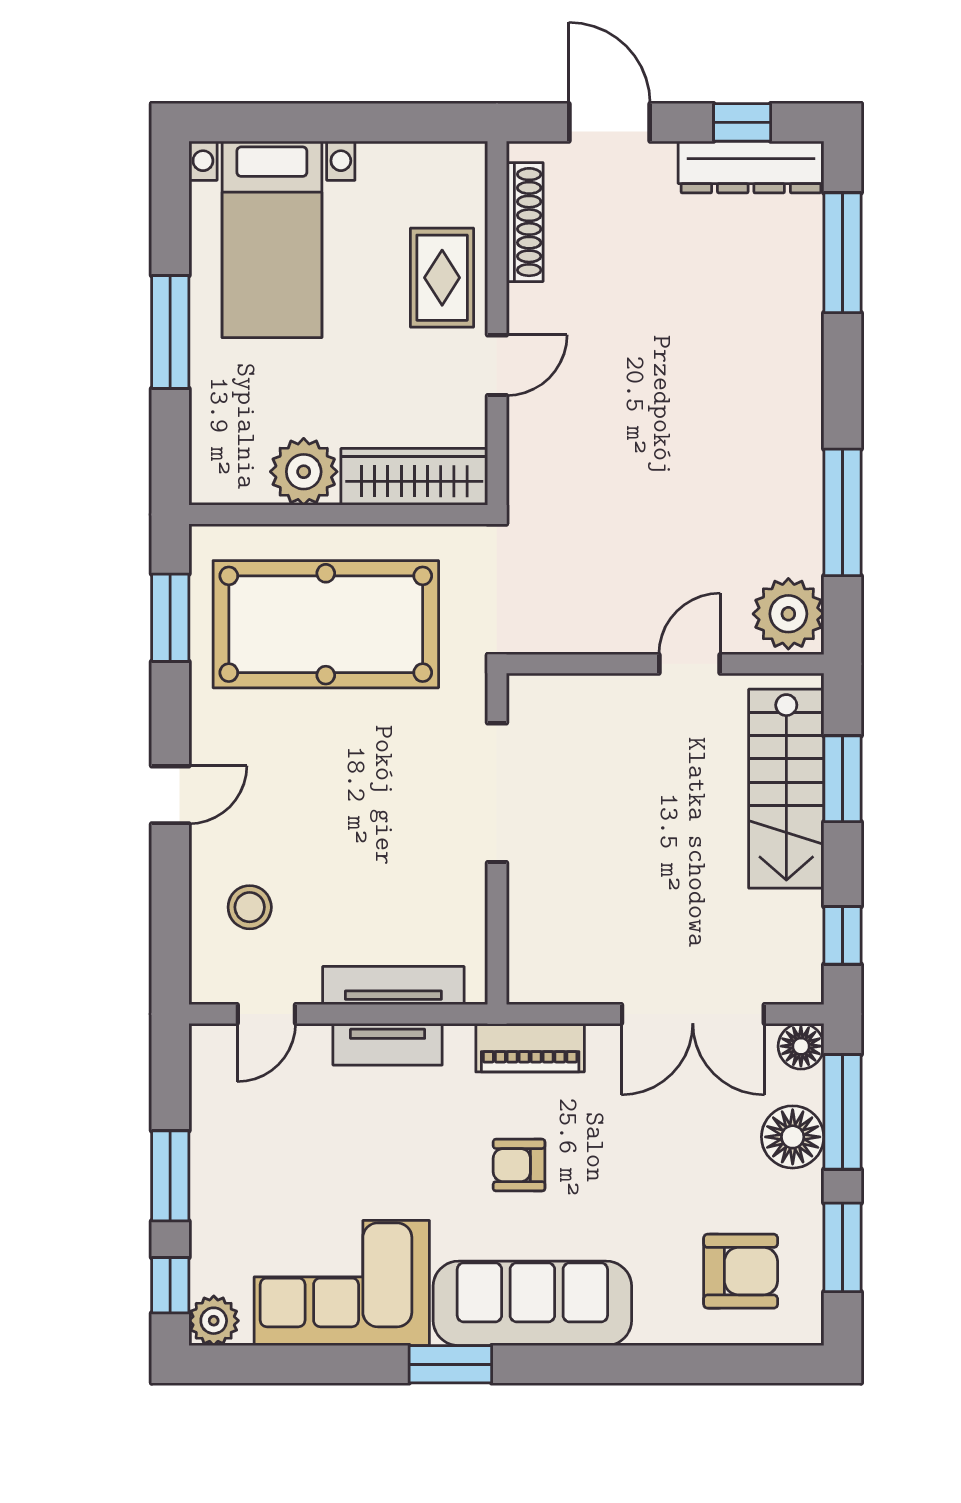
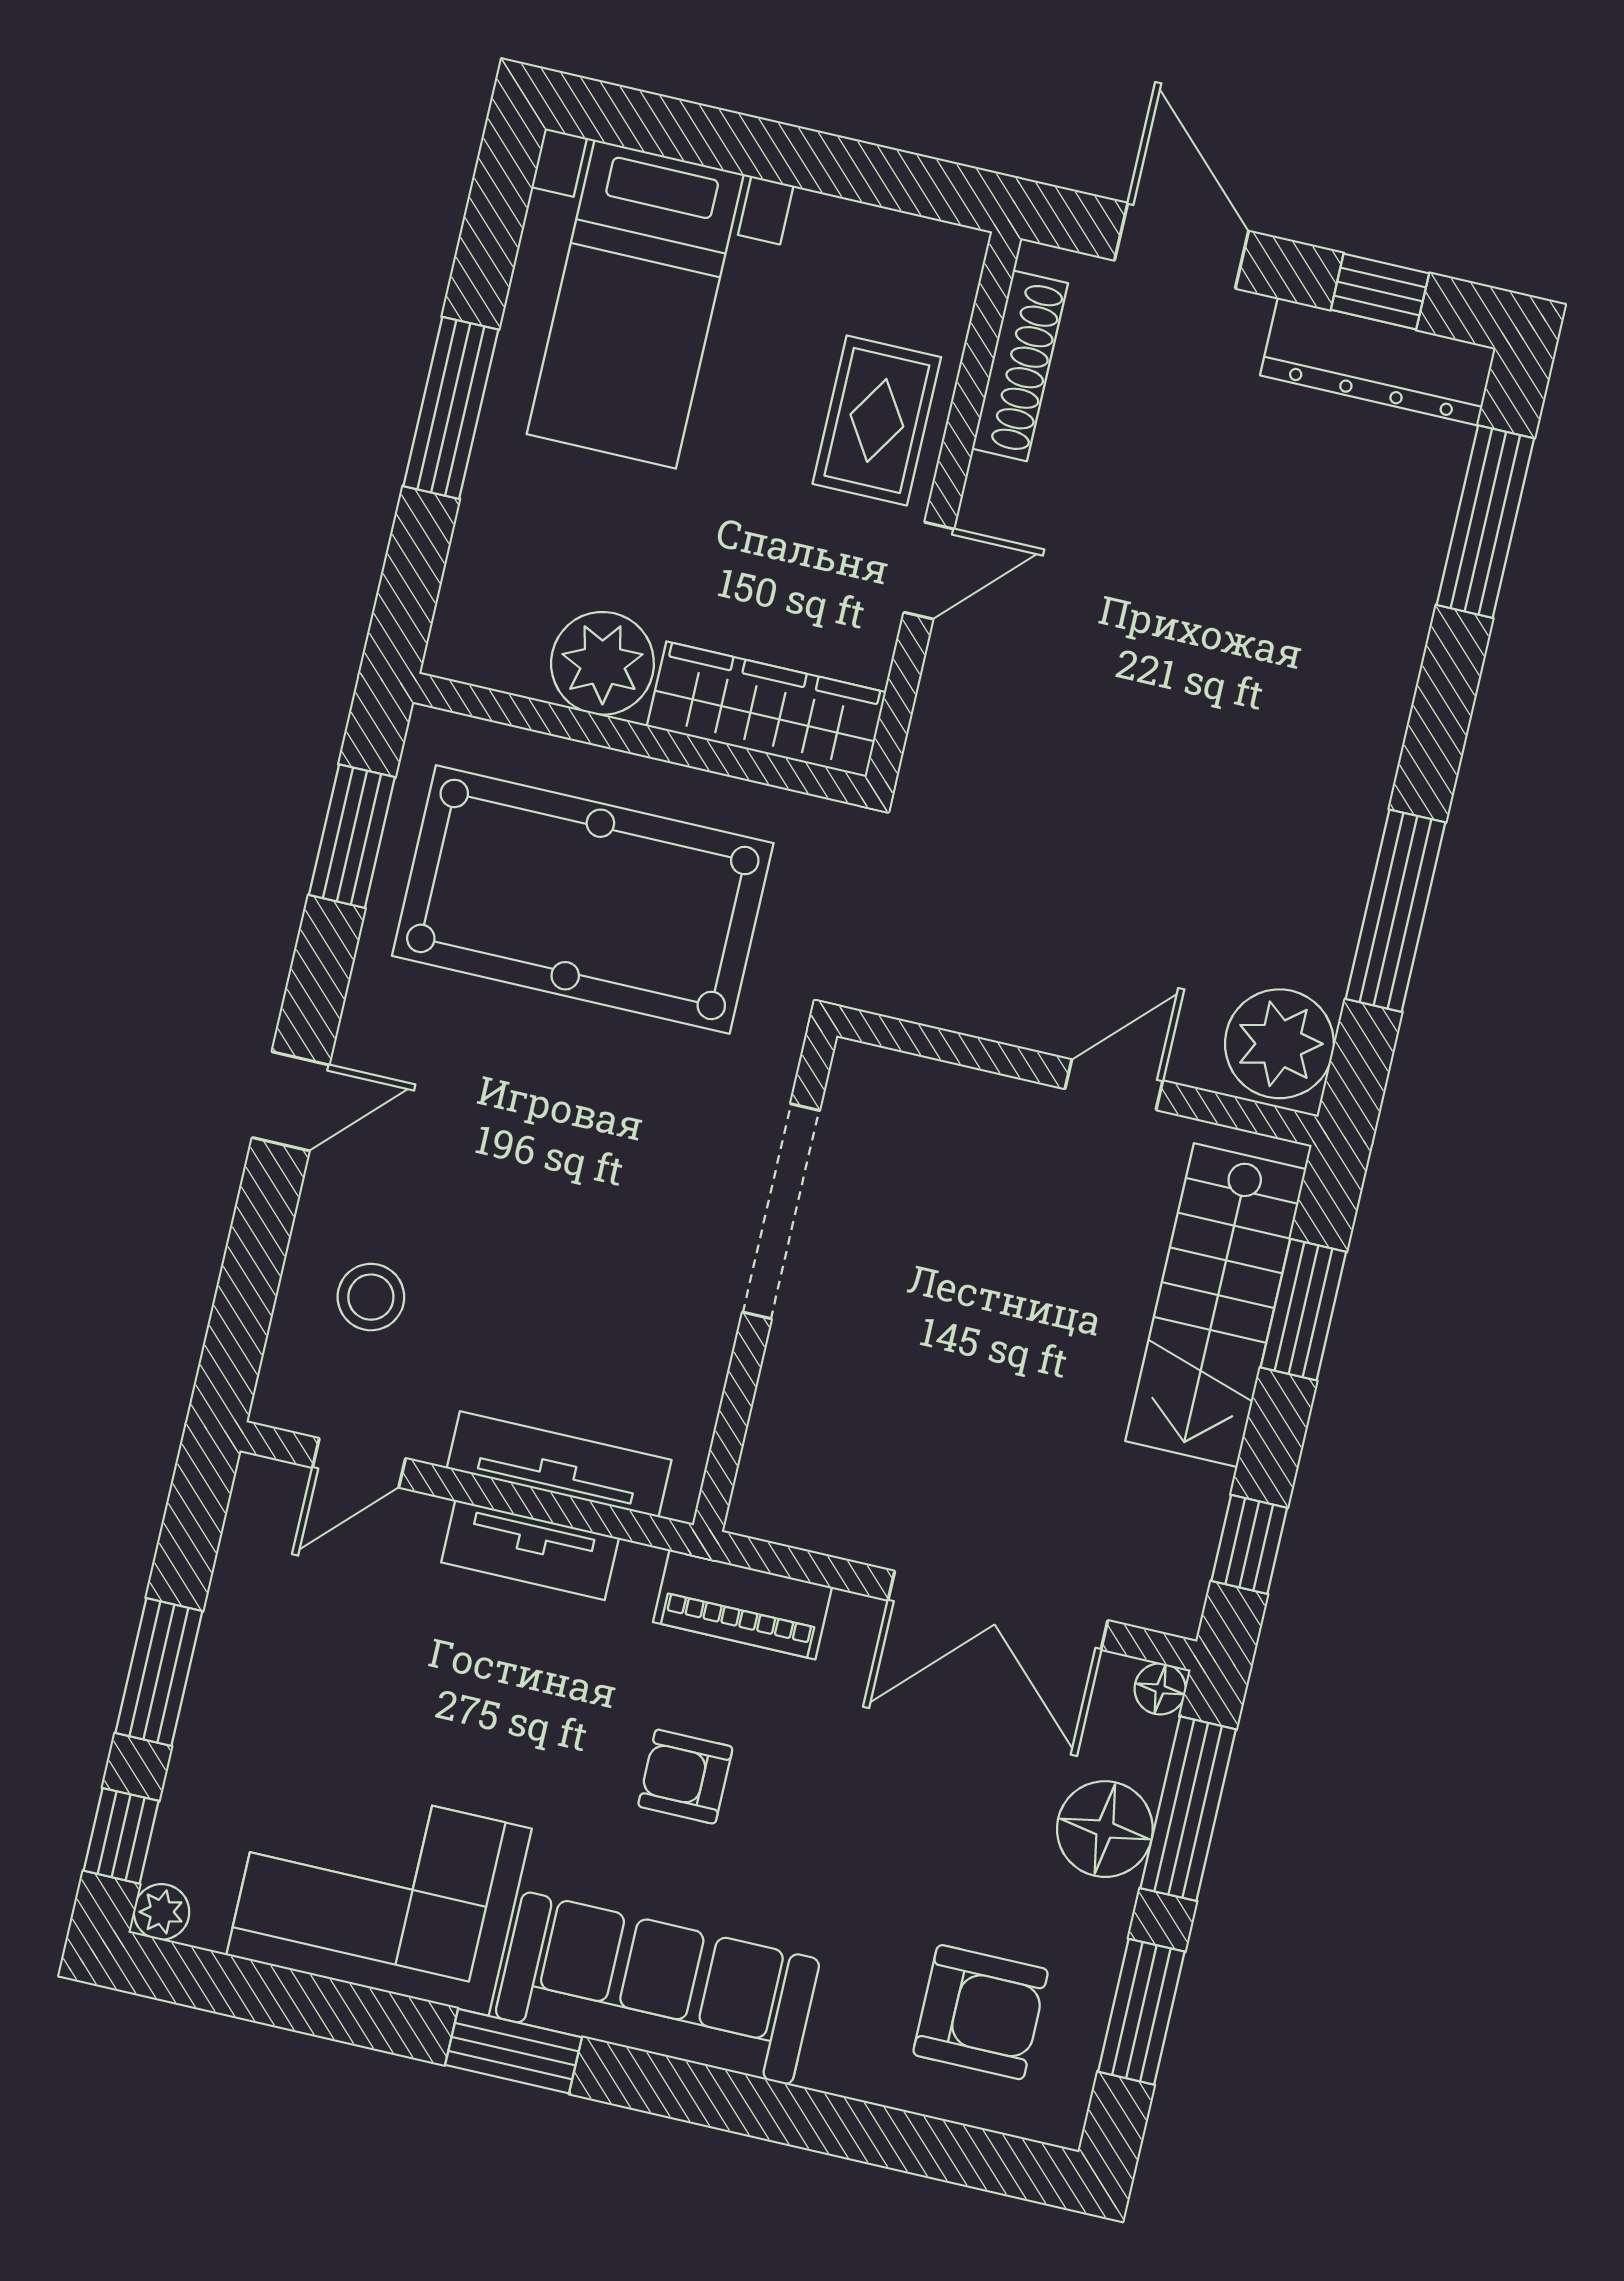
floor lamp: (801, 1046) -> (1160, 1689), width x0.73, depth x0.73
plant: (214, 1321) -> (162, 1912), width x0.73, depth x0.73

